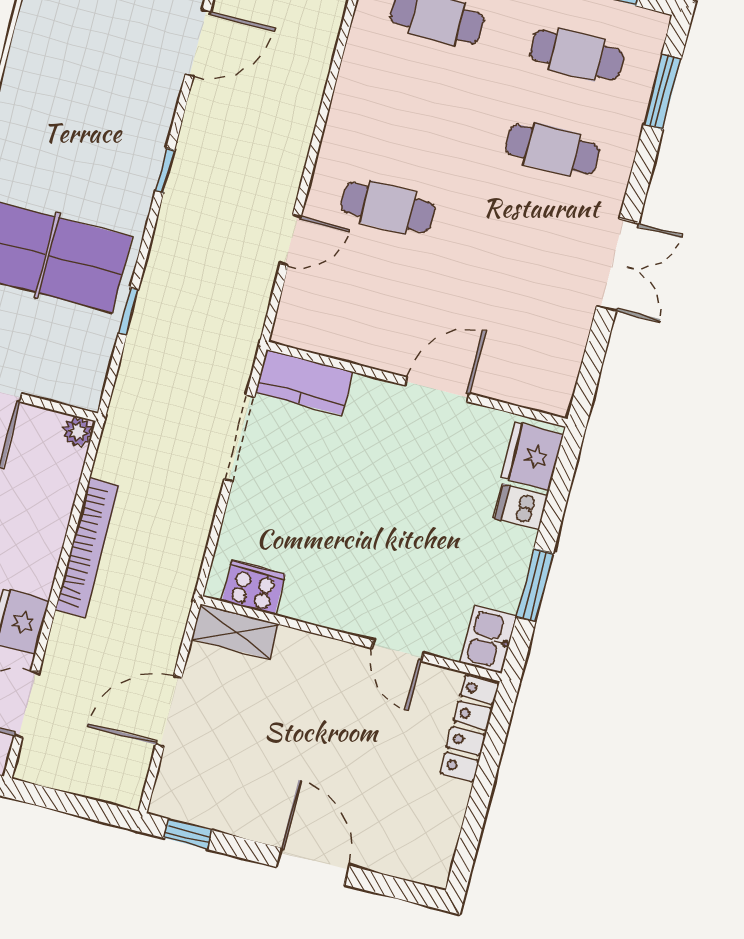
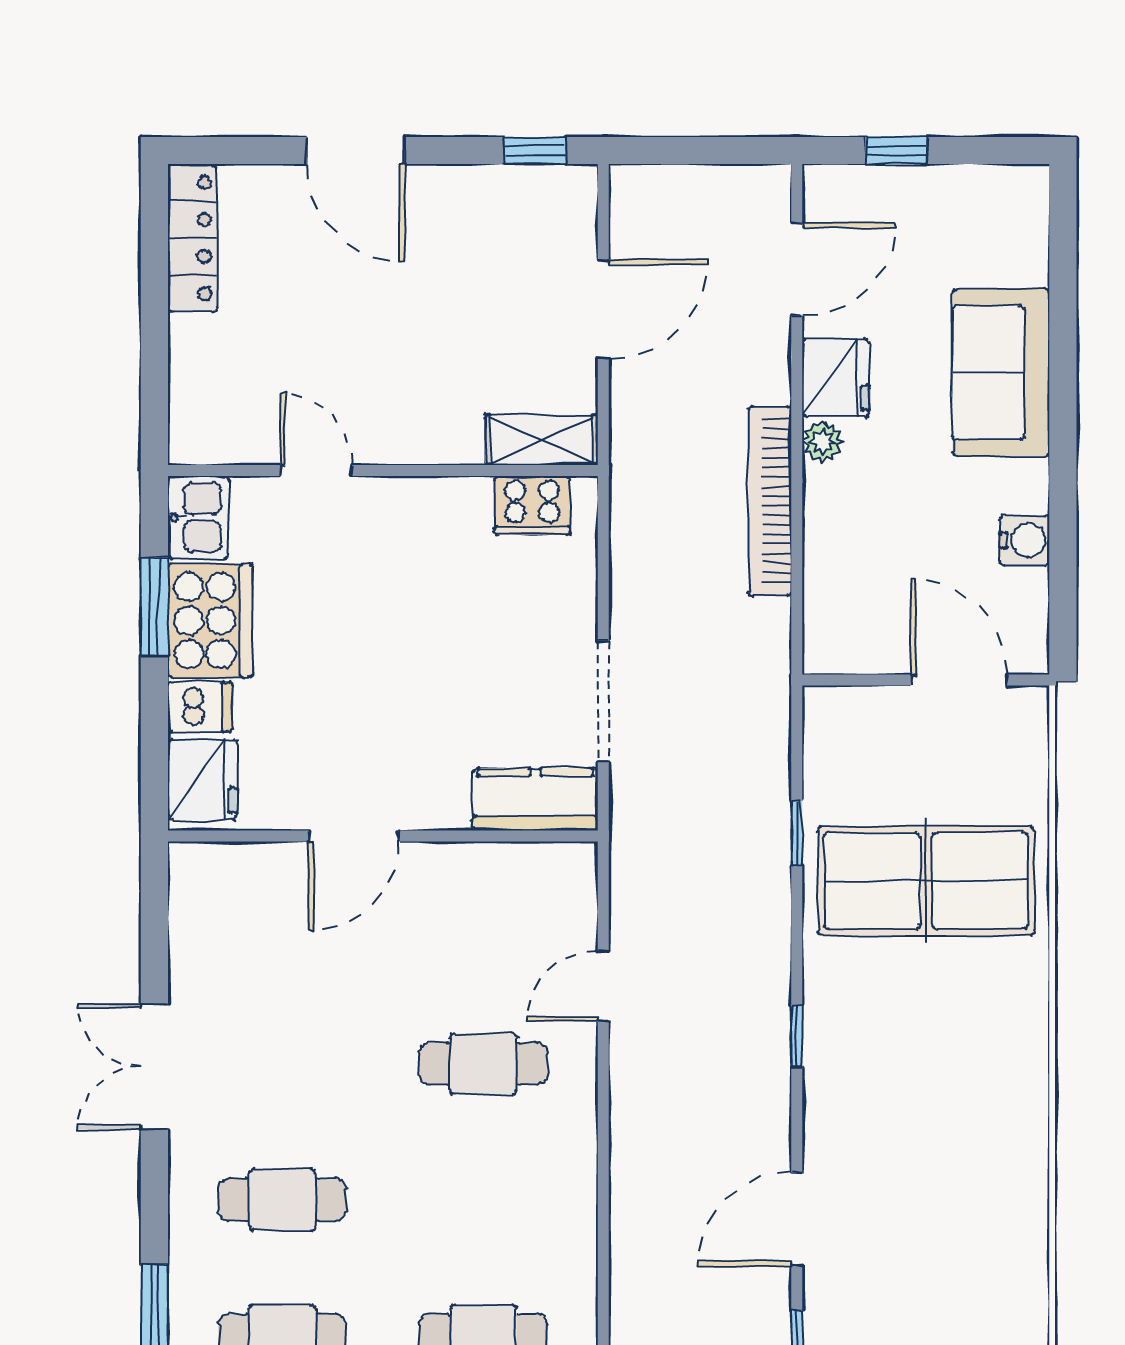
plant: (78, 432) -> (823, 442), moved
cooker: (499, 565) -> (210, 620), added
locker: (470, 728) -> (192, 238), moved

